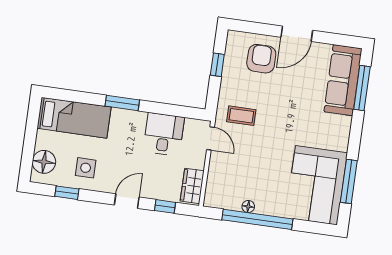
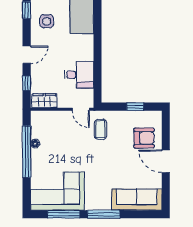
window: (362, 88) -> (104, 214), moved
window: (122, 103) -> (98, 41), removed
door: (211, 138) -> (81, 109), hinge flipped
door: (127, 201) -> (27, 55), hinge flipped

